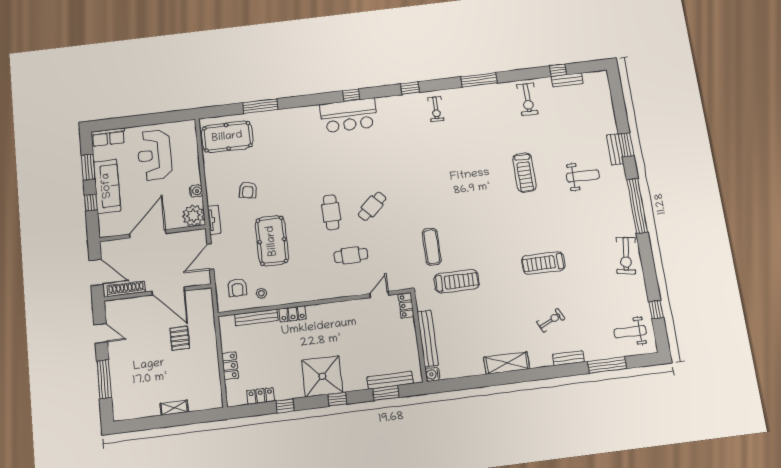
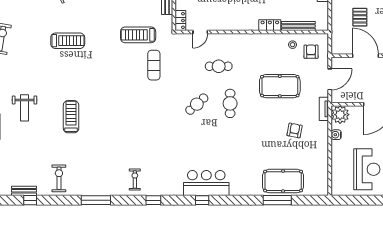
pool table: (227, 137) -> (283, 181), moved
weight bench: (583, 176) -> (25, 108), turned -90
pool table: (272, 241) -> (280, 86), turned 90

